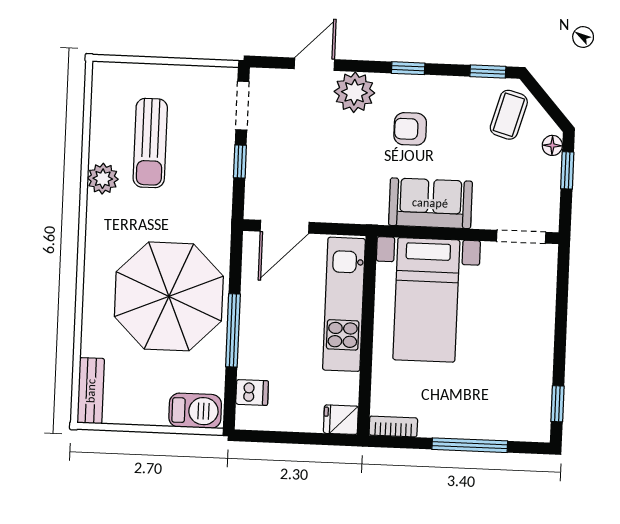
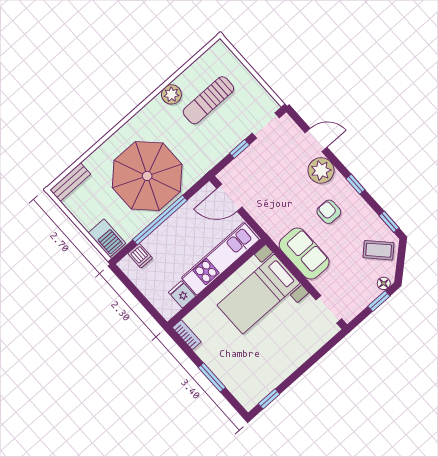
coffee table: (509, 115) -> (379, 250), turned 30
window: (233, 330) -> (160, 220), width x1.46
fridge: (341, 420) -> (182, 294), moved
window: (470, 445) -> (212, 377), width x0.69

